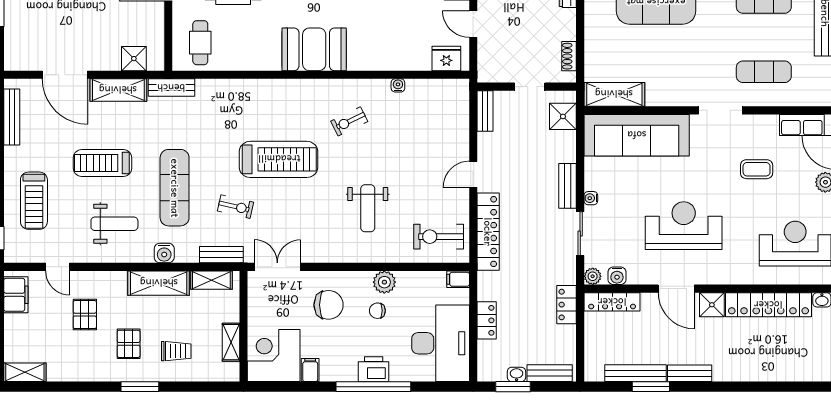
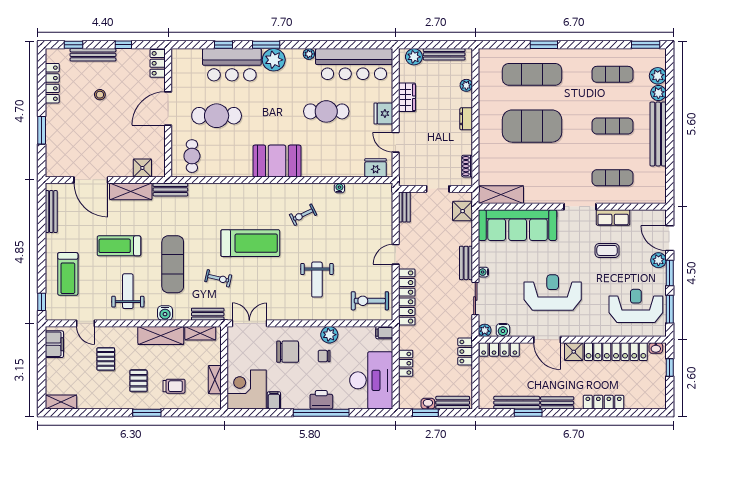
row of seats: (802, 125) -> (613, 218), moved
weight bench: (114, 224) -> (128, 291), turned -90
locker: (752, 372) -> (604, 402), added

